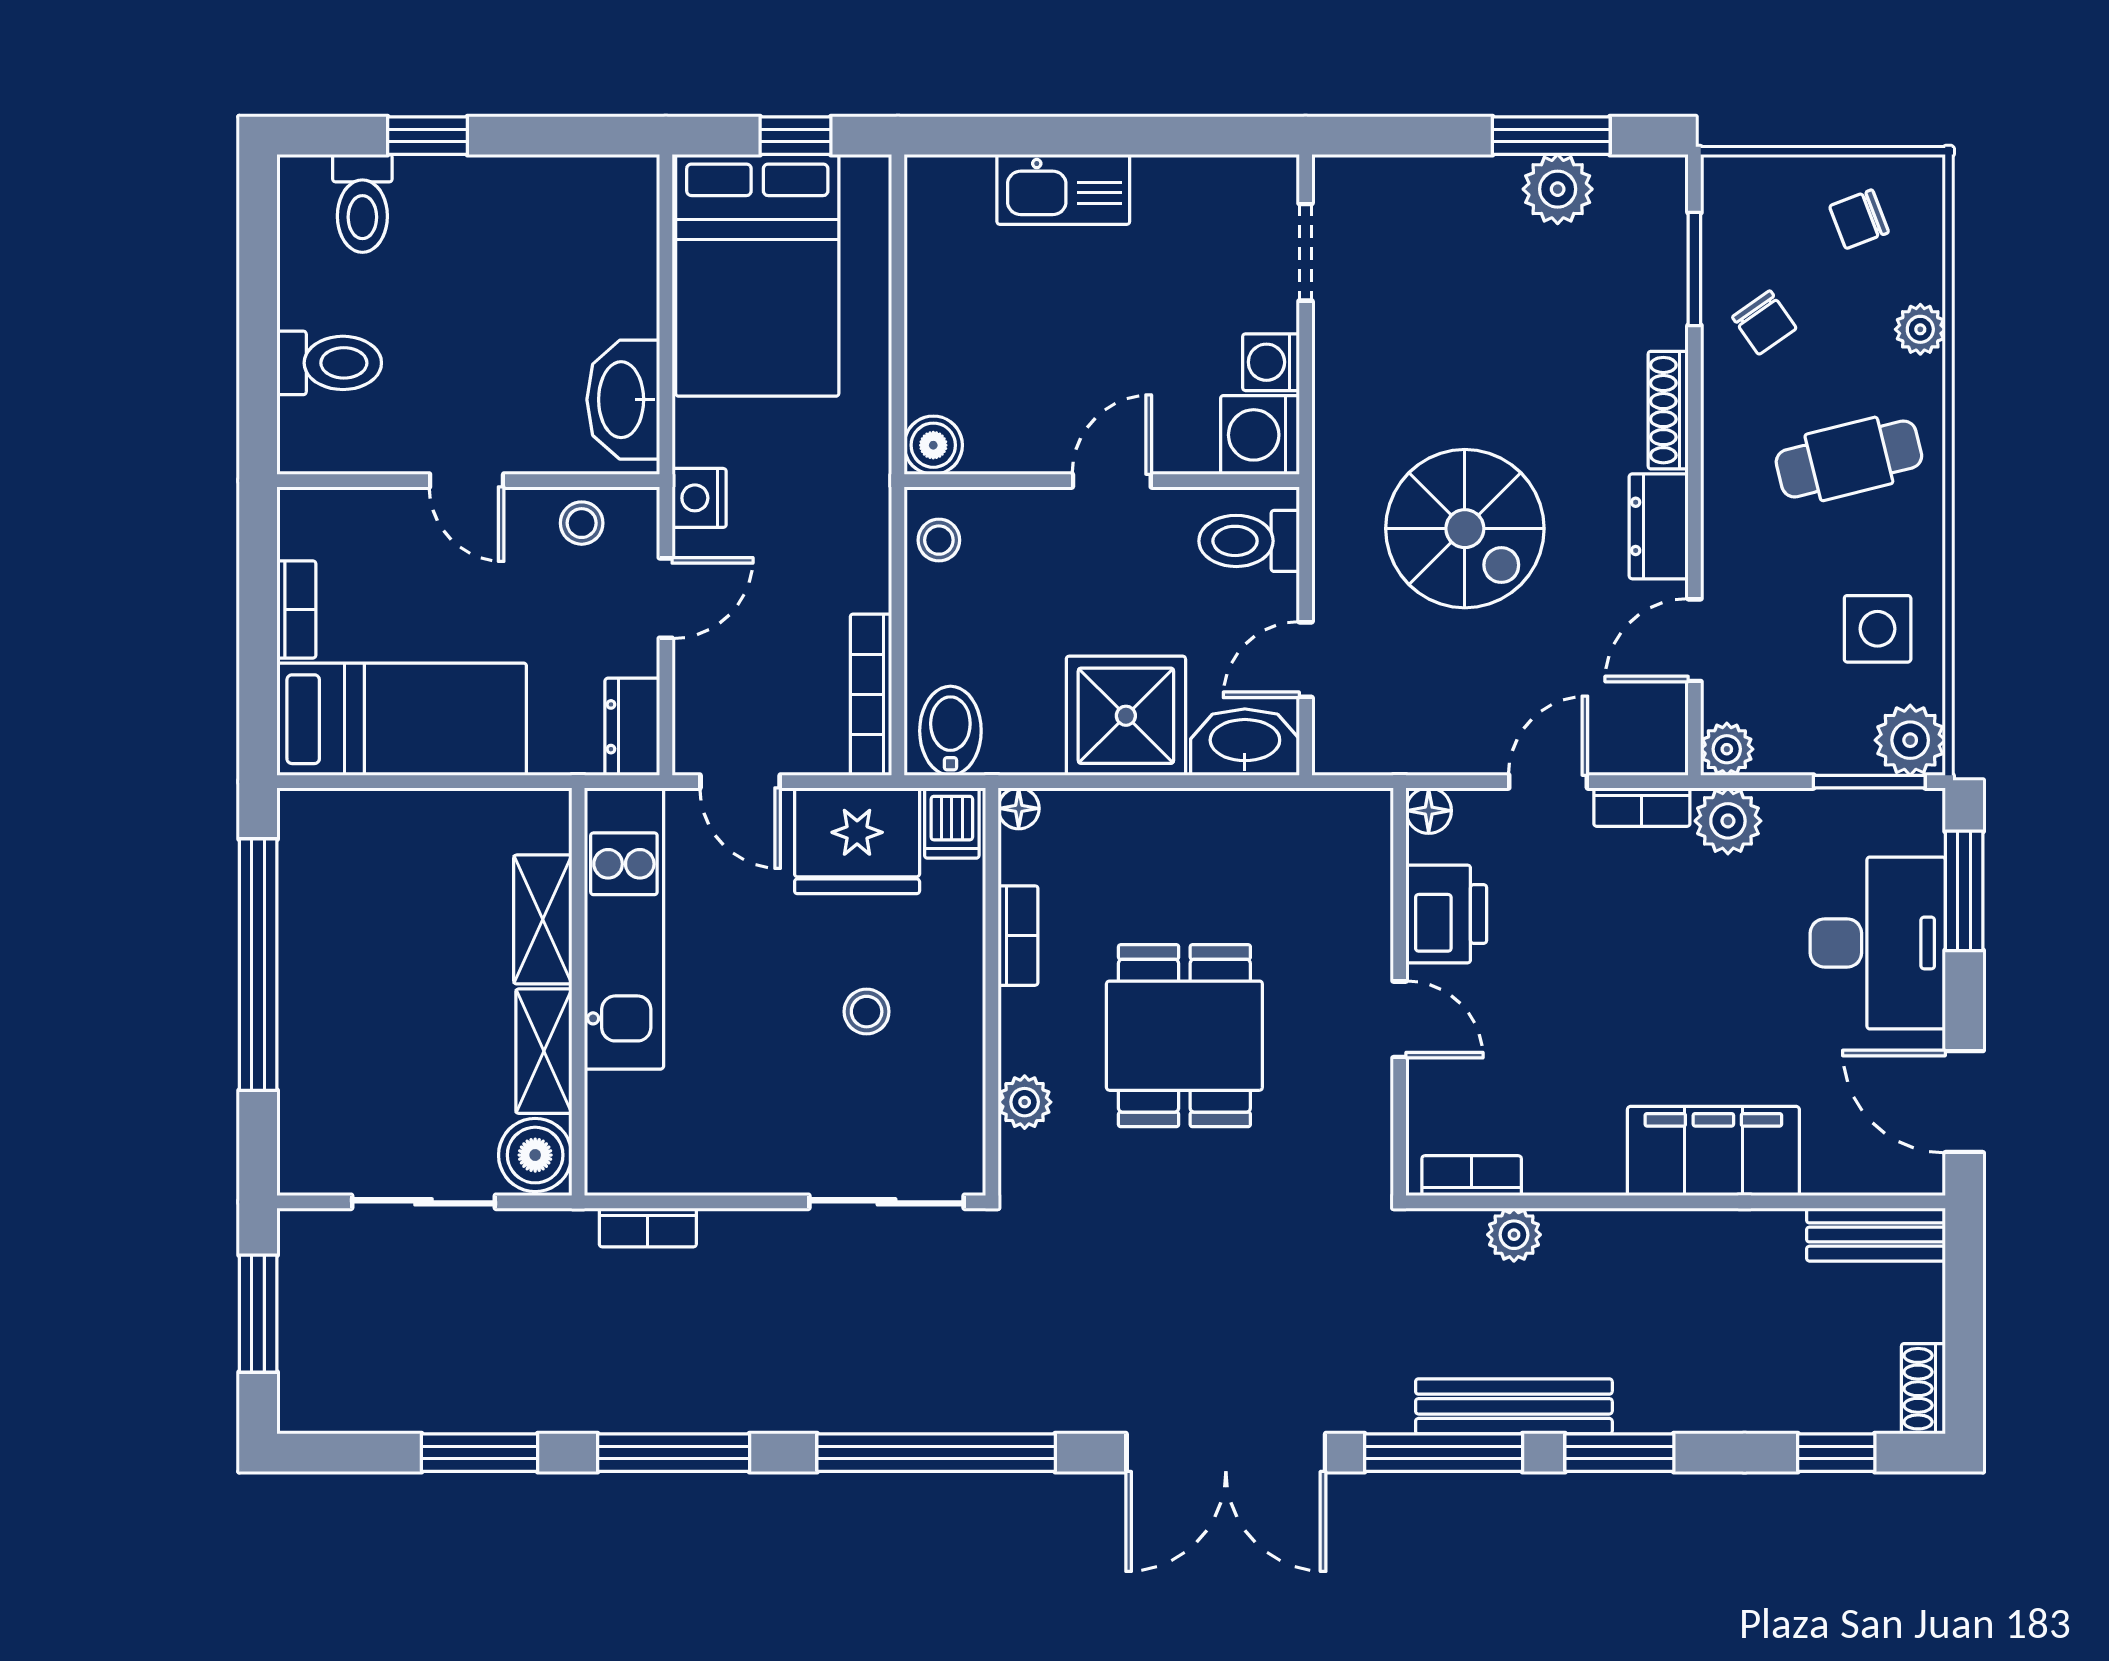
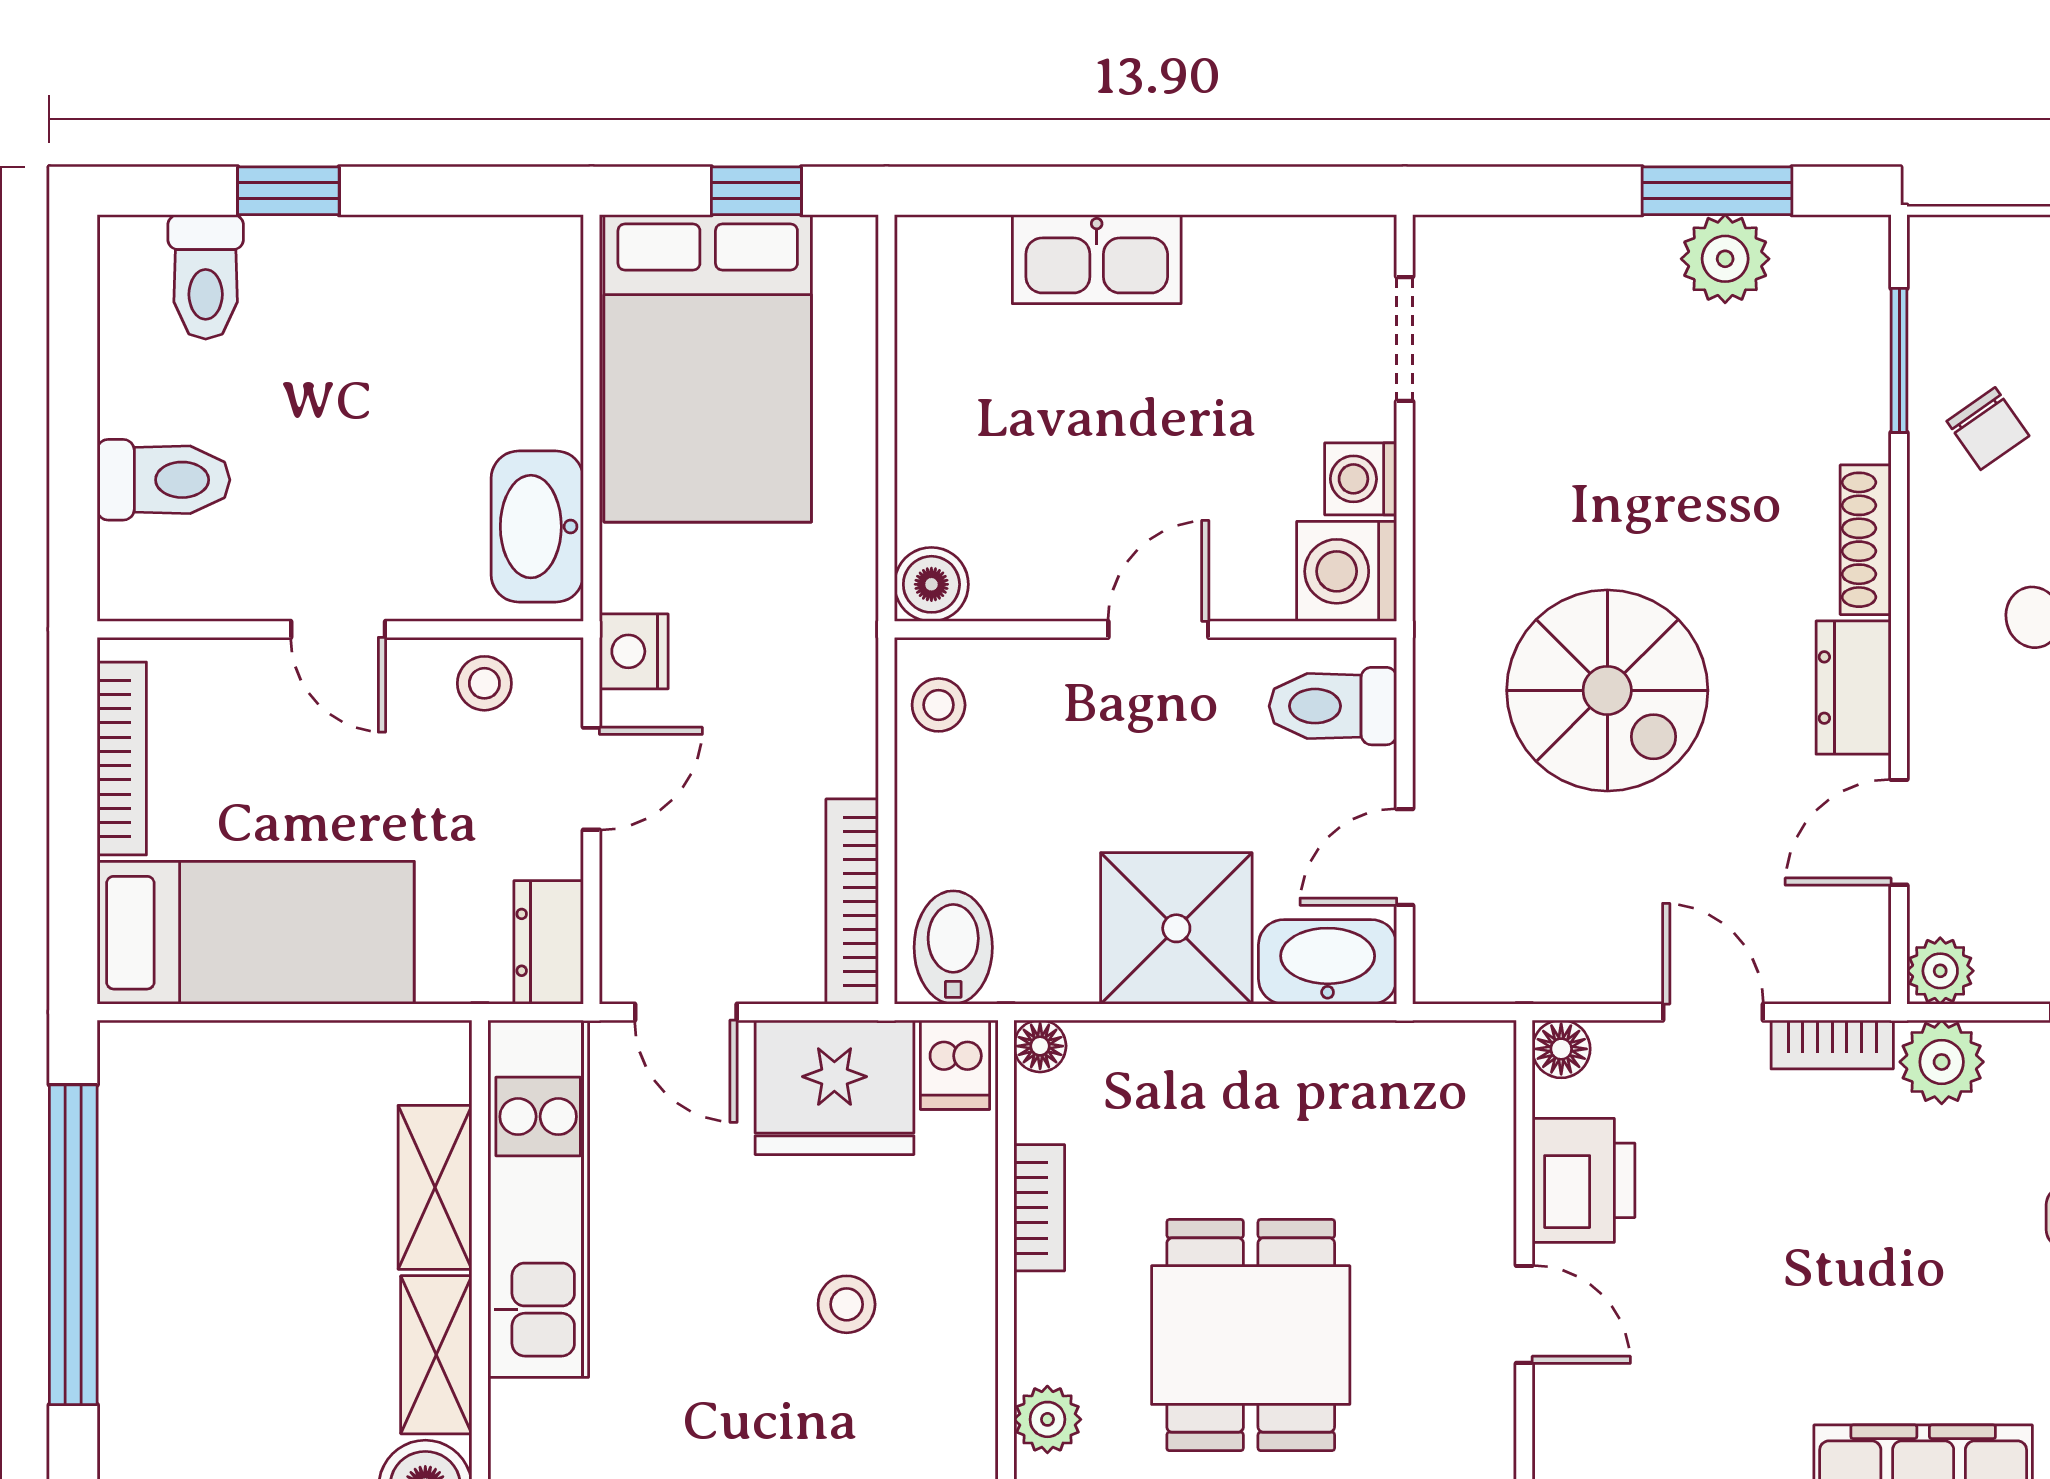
bookcase: (296, 609) -> (122, 759), width x1.56
door: (1548, 782) -> (1713, 1012), hinge flipped

